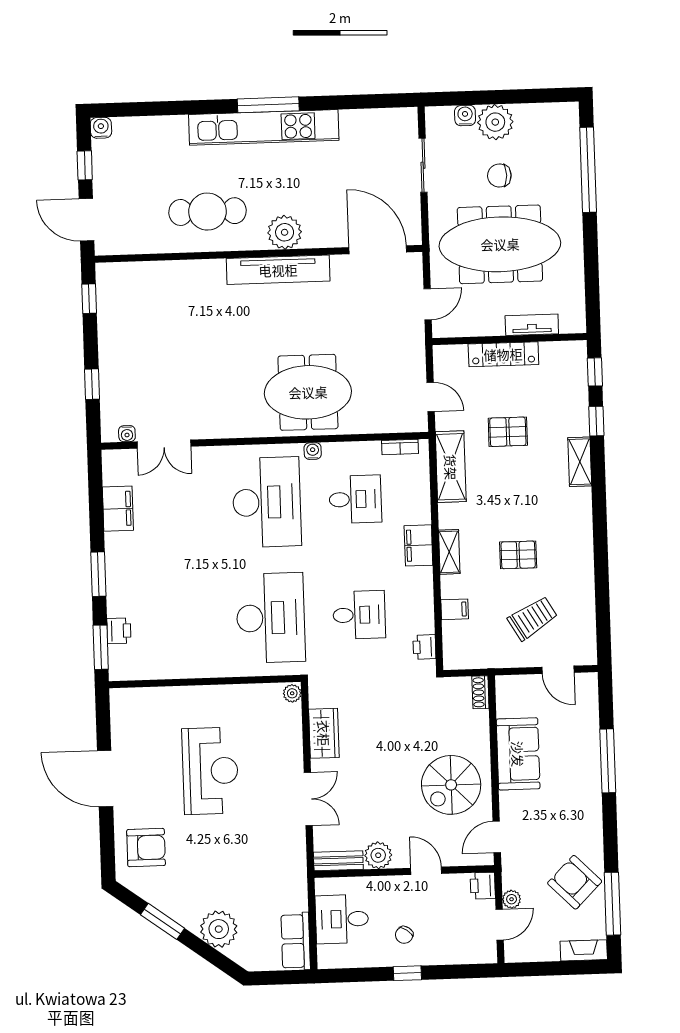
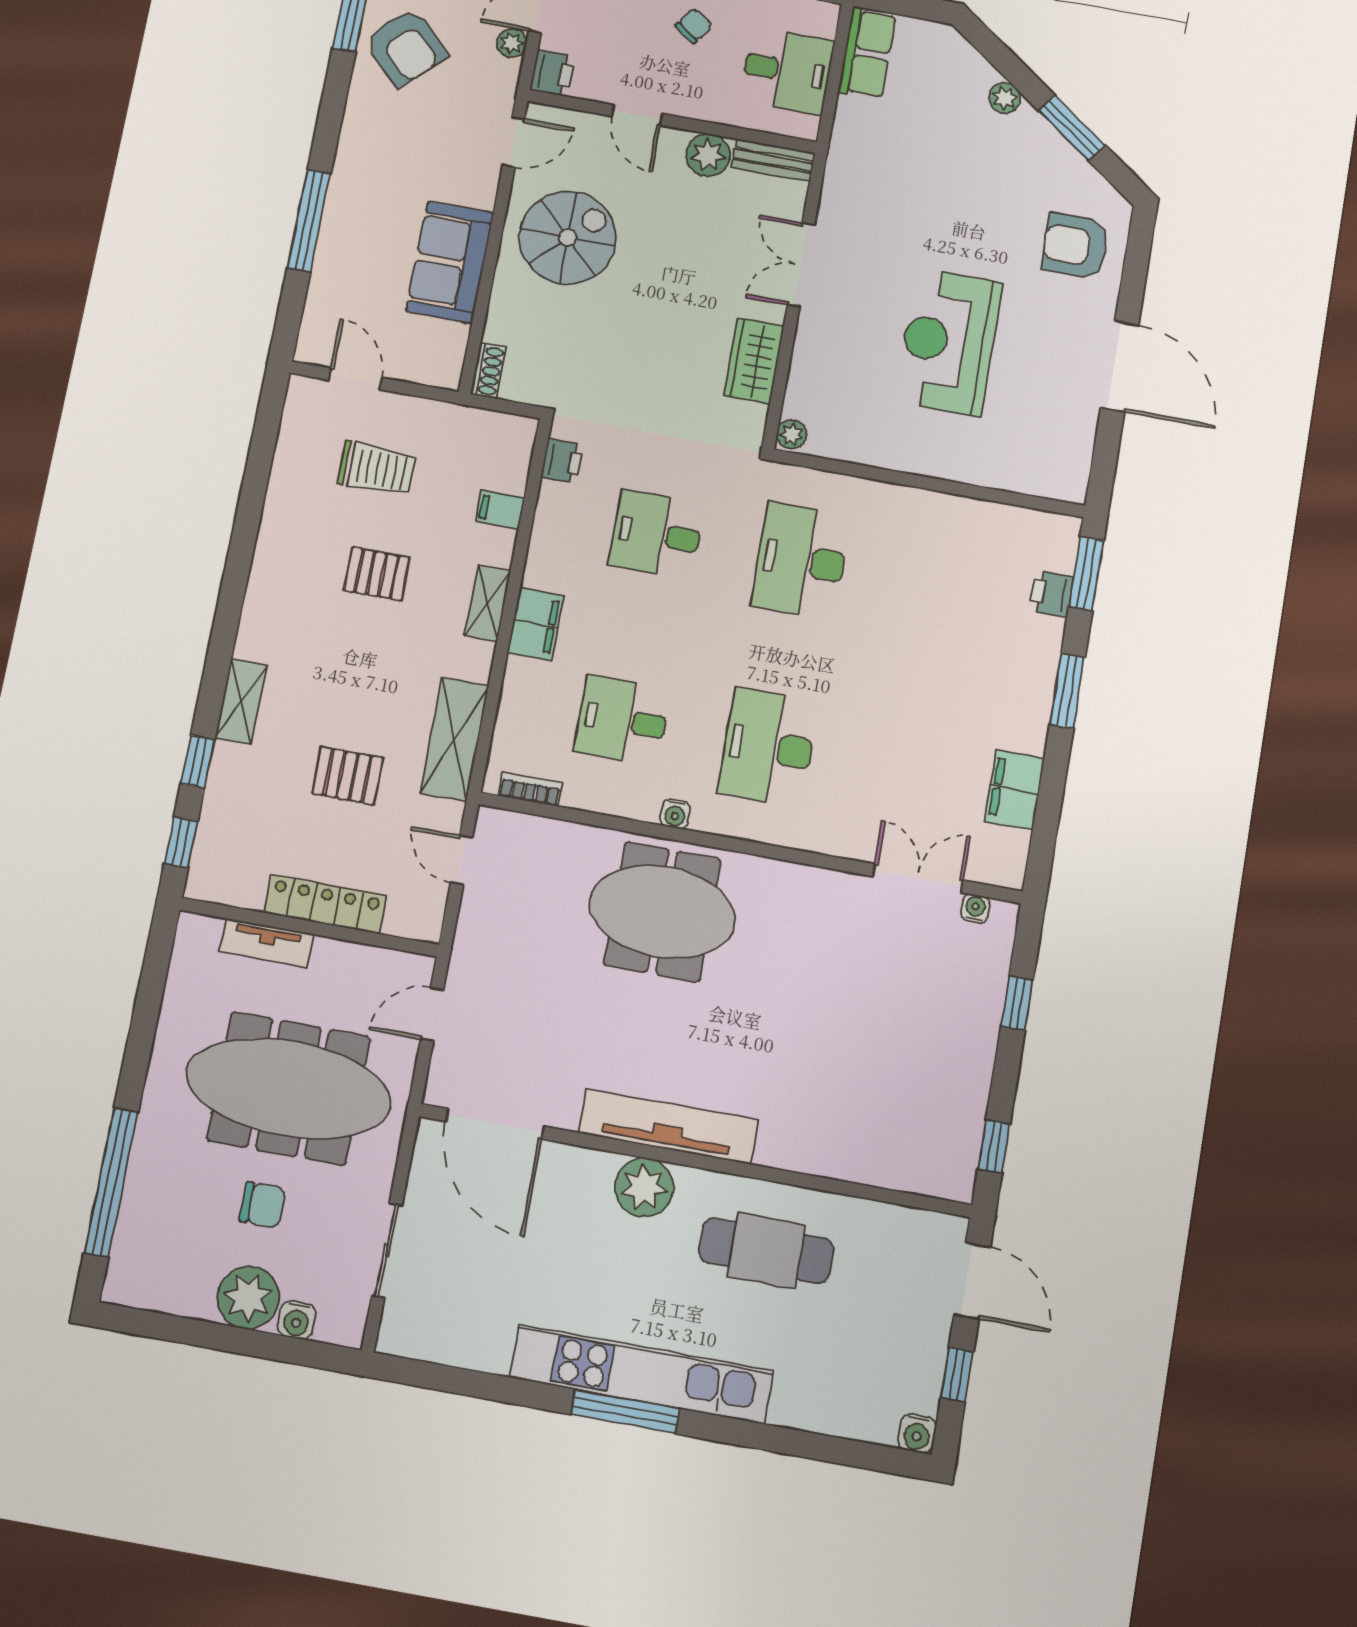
desk: (267, 502) -> (768, 747), width x0.73, depth x0.77
desk: (271, 618) -> (801, 561), width x0.73, depth x0.77
trolley: (533, 618) -> (377, 469), turned -149
plant: (219, 929) -> (1005, 98), width x0.53, depth x0.53

